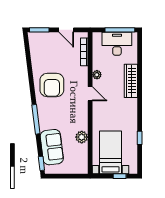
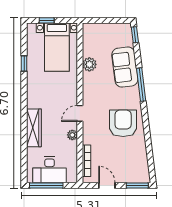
door: (90, 94) -> (80, 113), hinge flipped
sofa: (52, 147) -> (125, 67), moved

